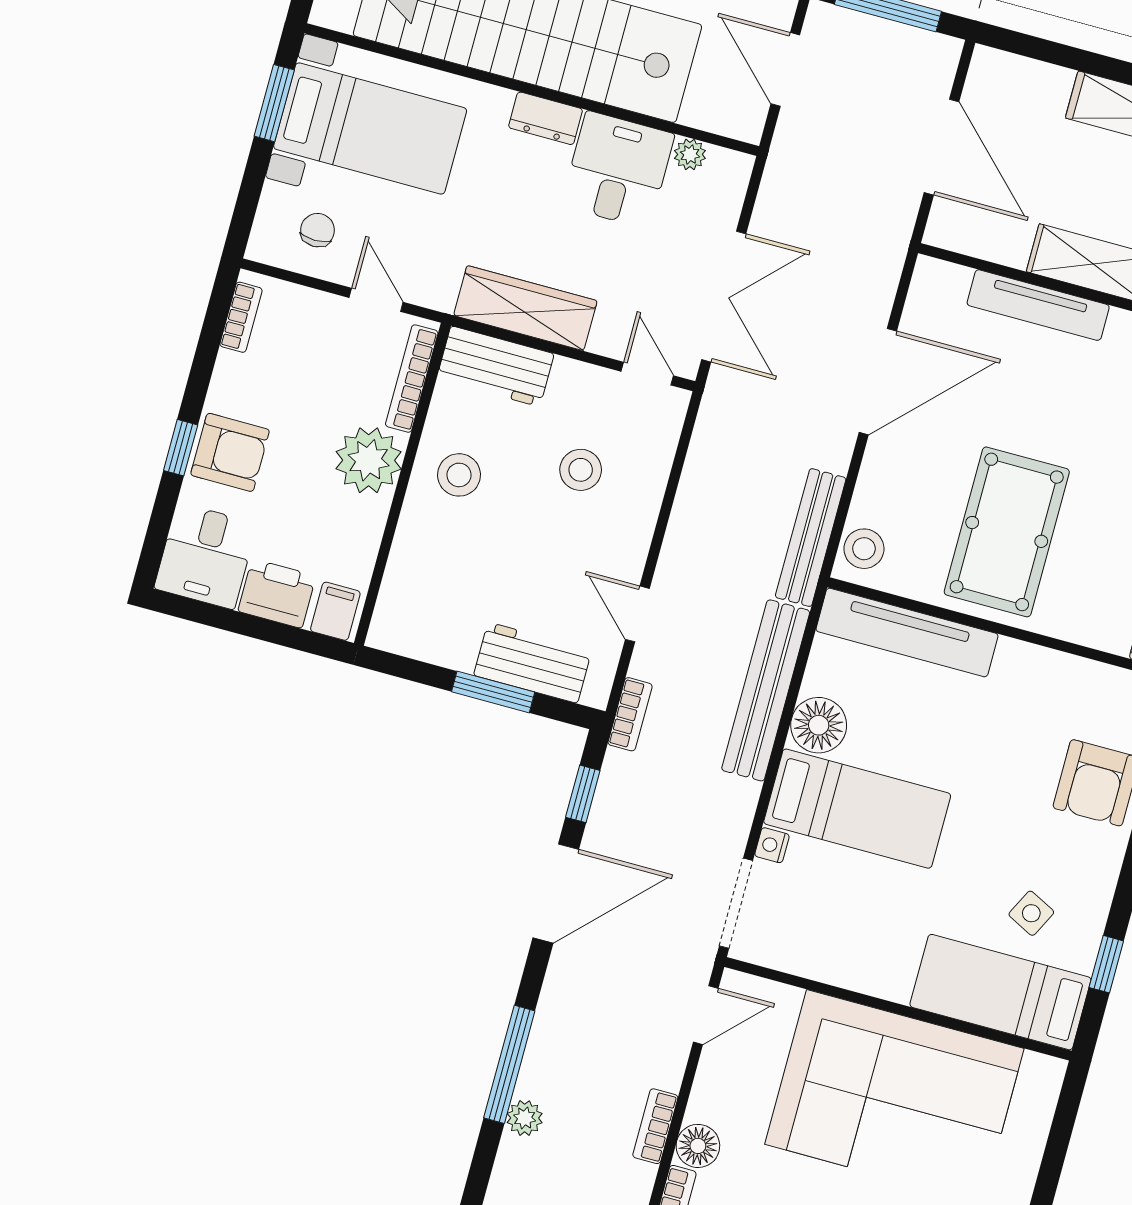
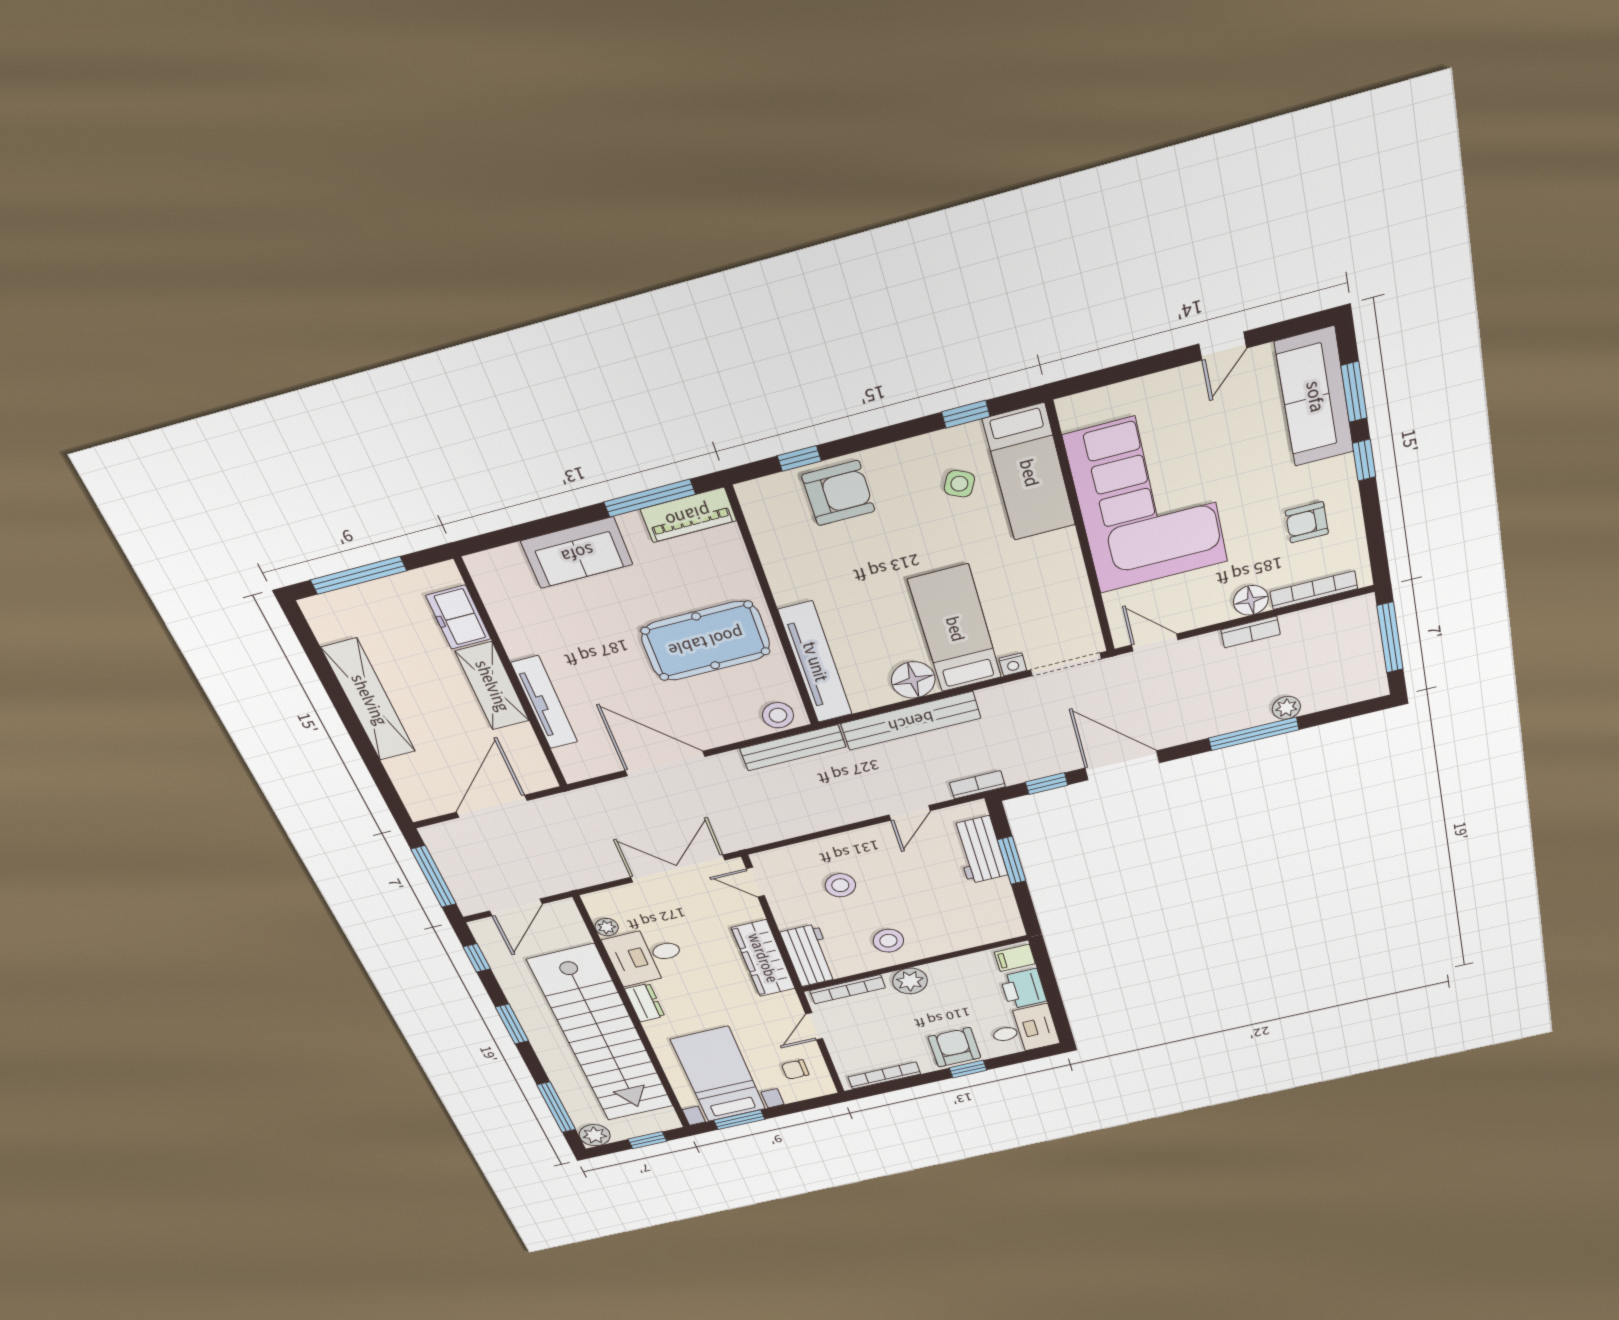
bookcase: (241, 317) -> (884, 1076), width x1.56
door: (647, 374) -> (755, 882), hinge flipped
plant: (369, 460) -> (910, 981), width x0.73, depth x0.73

